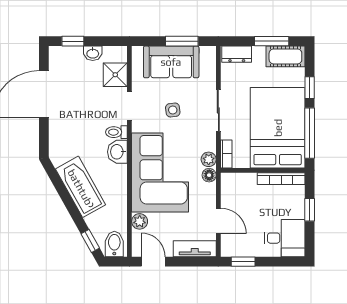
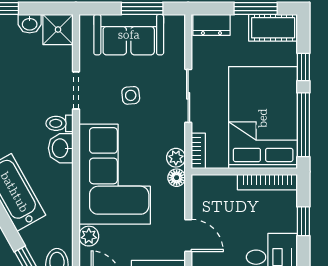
shower: (115, 75) -> (58, 30), moved

